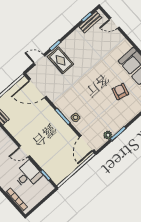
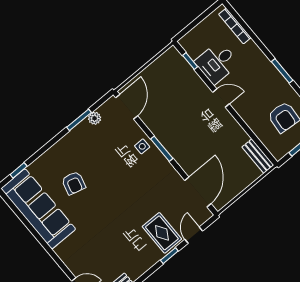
door: (39, 60) -> (194, 235), swing flipped
door: (38, 88) -> (198, 192), hinge flipped

